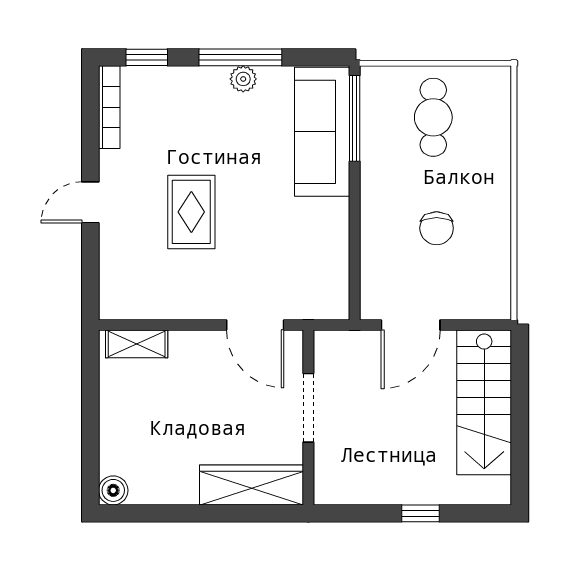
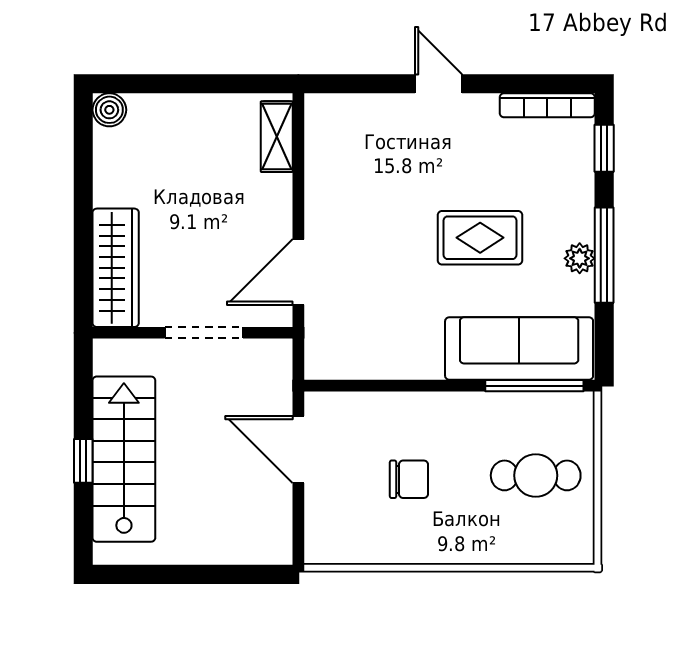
rug: (191, 212) -> (480, 238), moved
chair: (437, 228) -> (409, 479), turned 180
stairs: (484, 402) -> (124, 459), moved, turned 90

